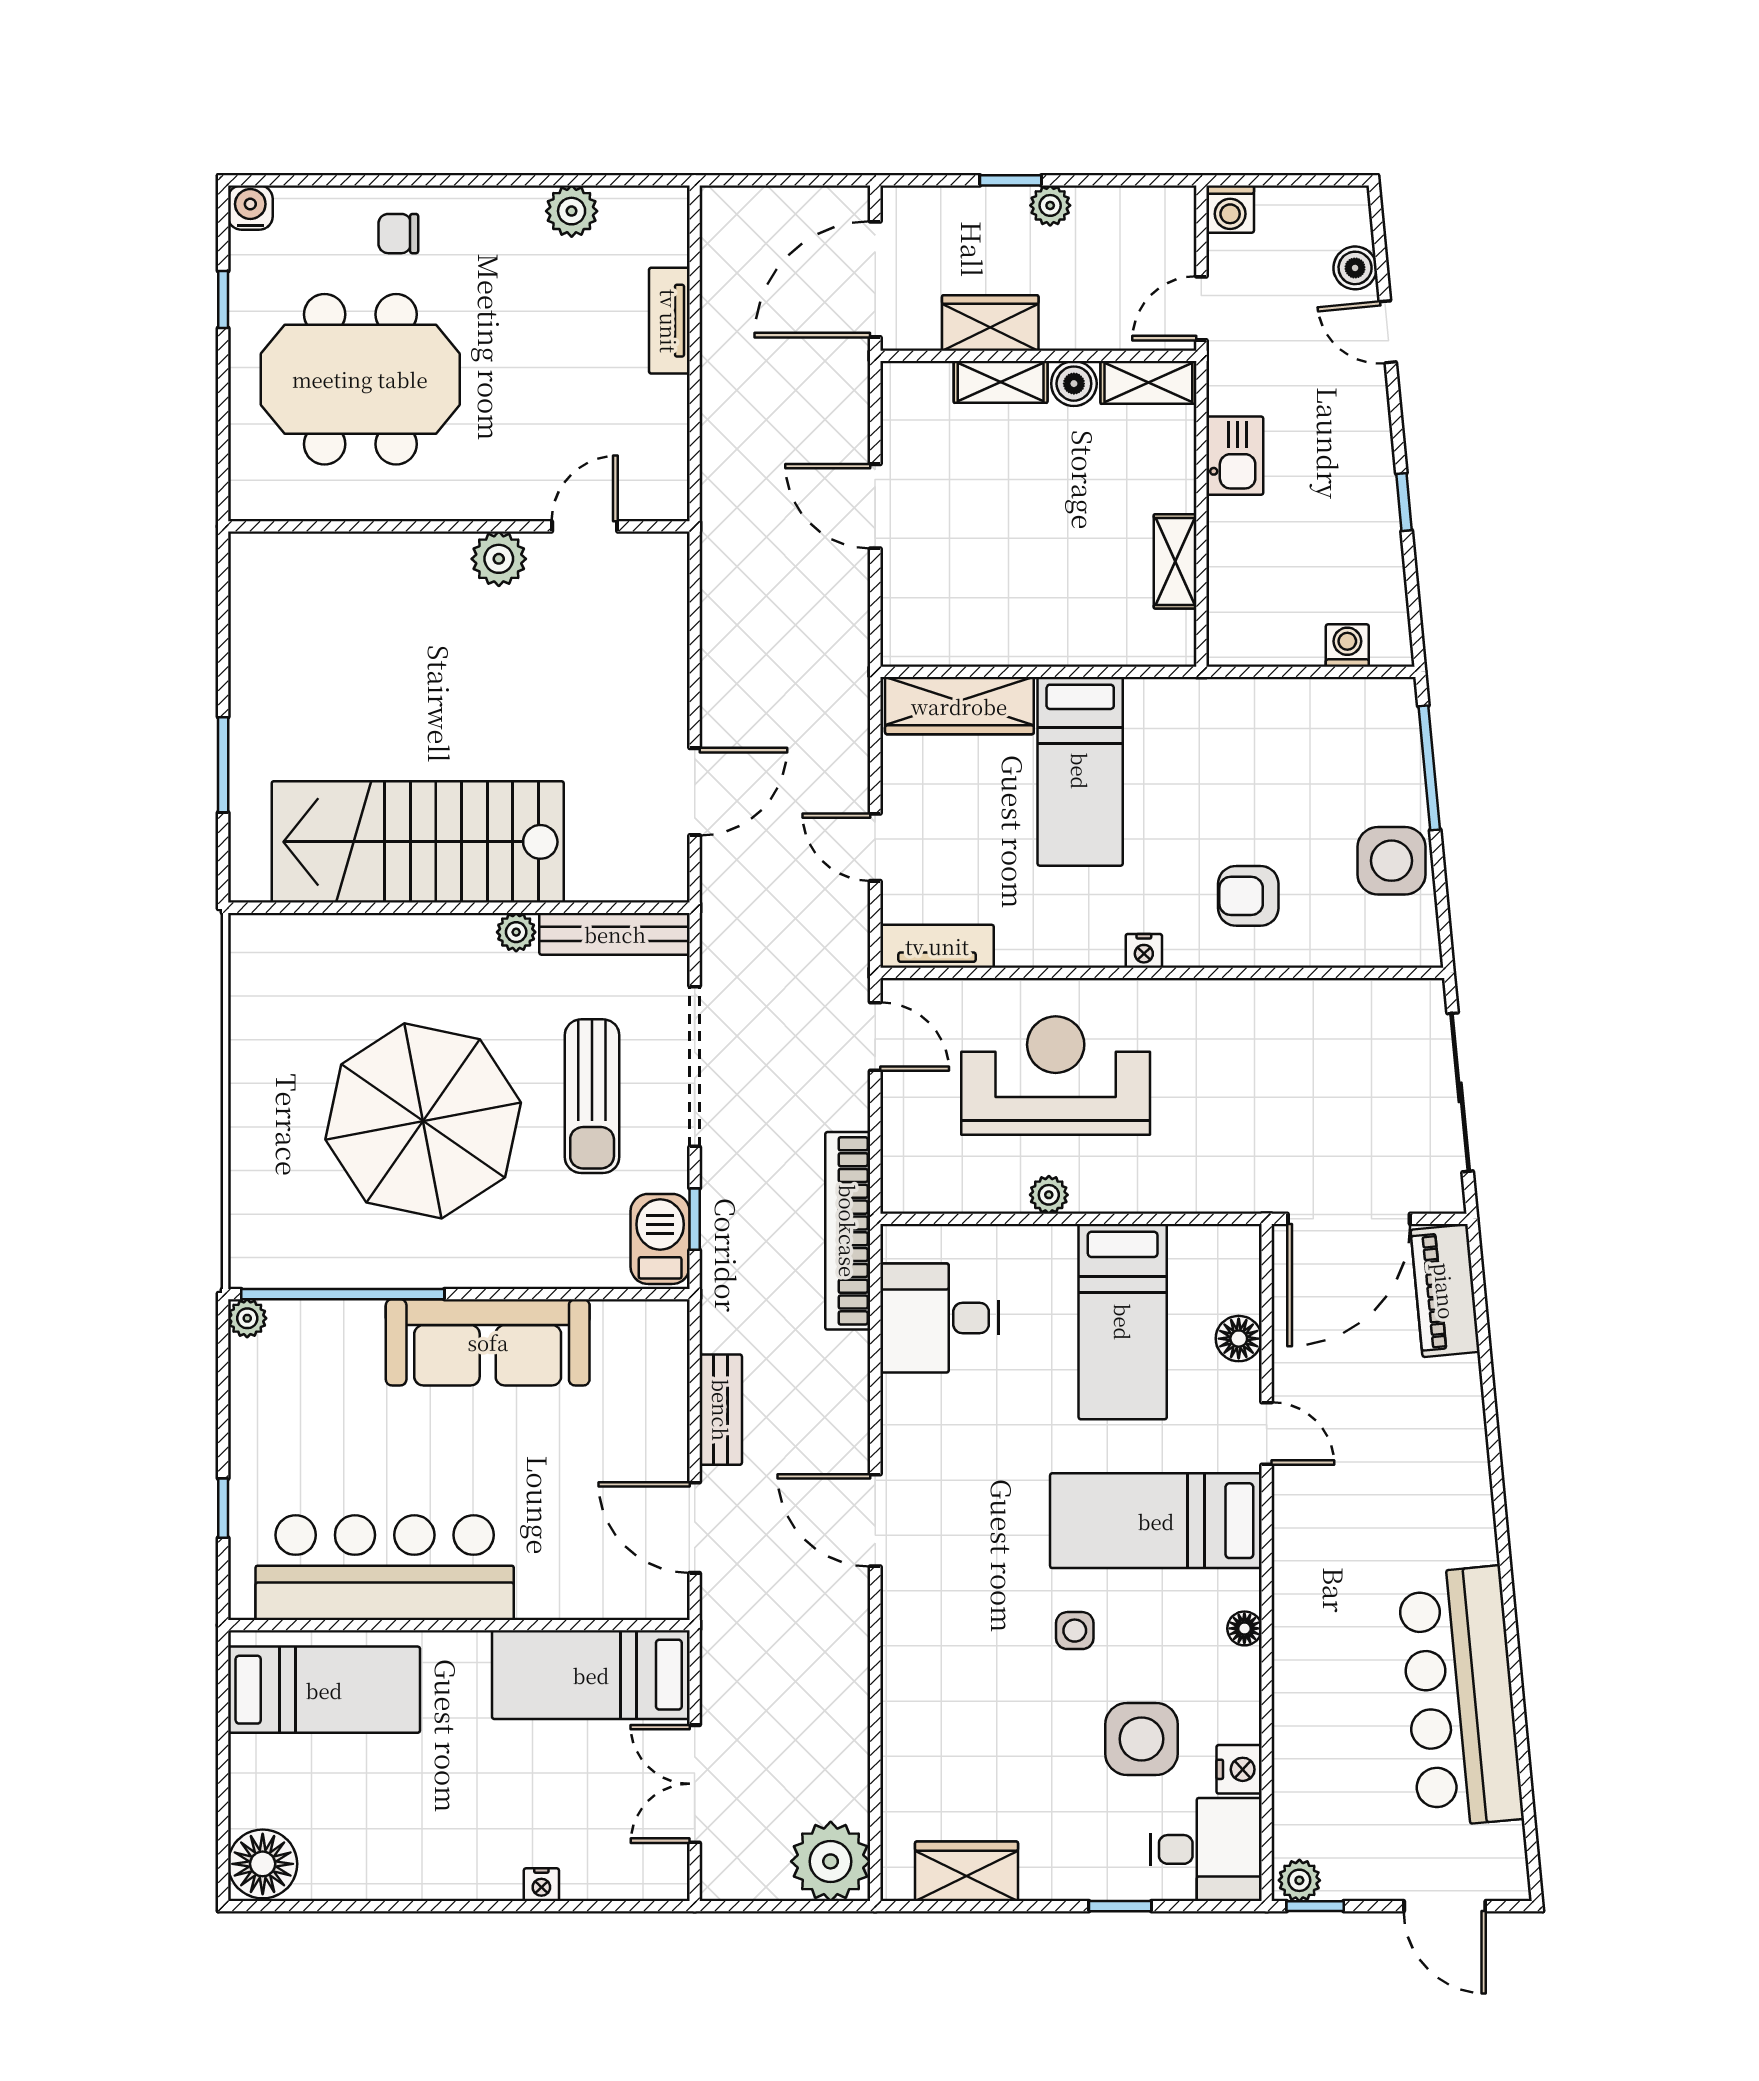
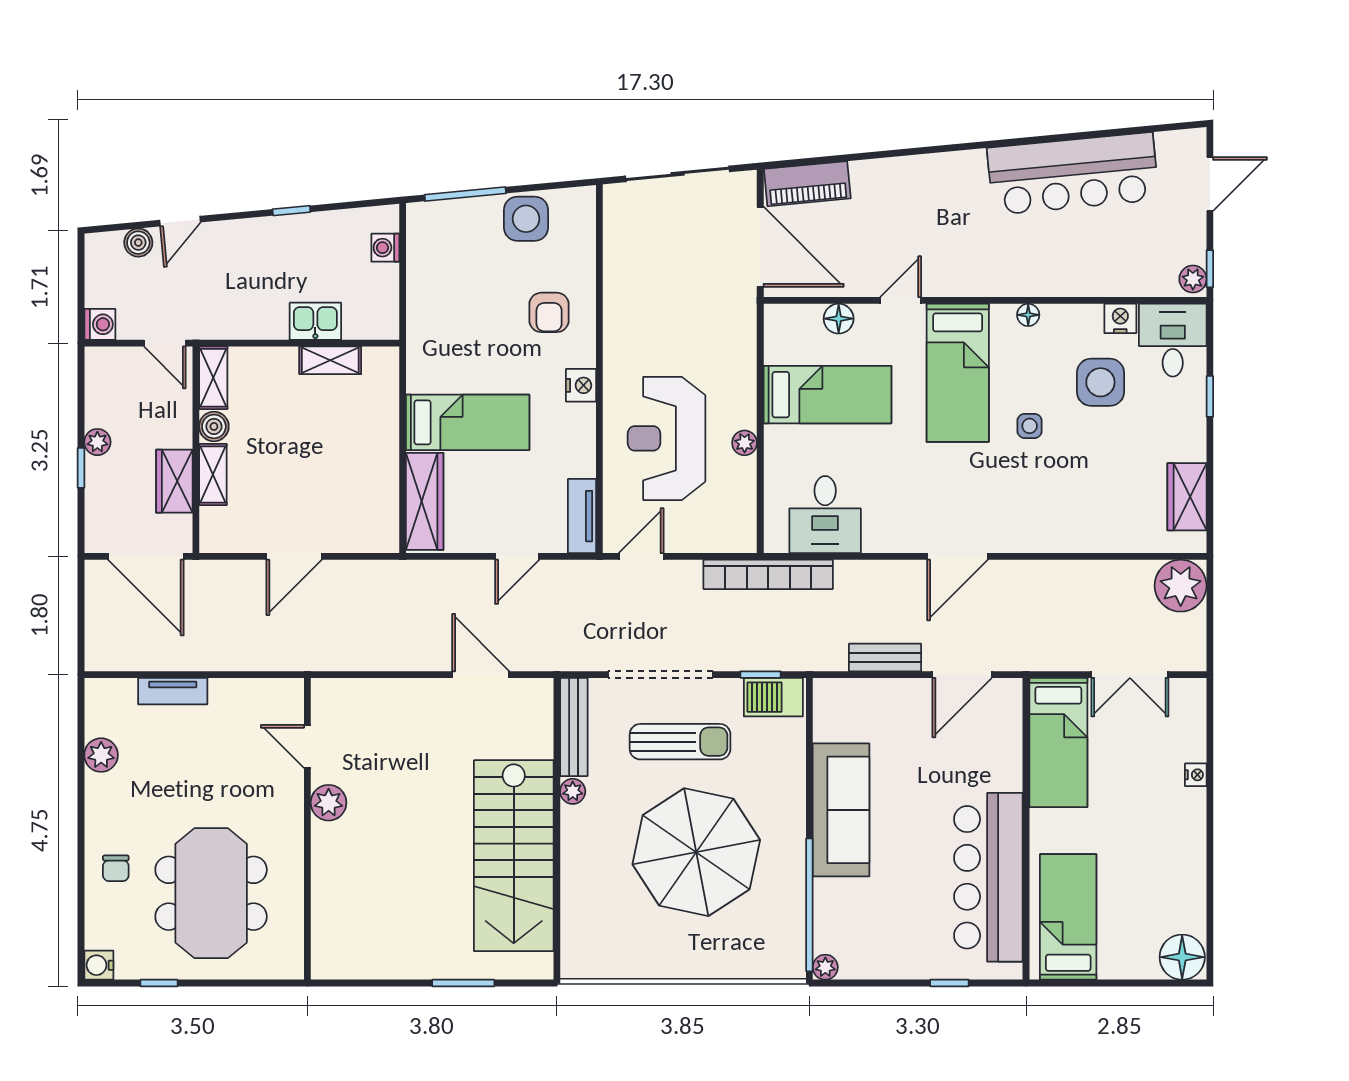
kitchen sink: (1235, 456) -> (315, 321), moved
nightstand: (1144, 951) -> (581, 385), width x1.39, depth x1.35

